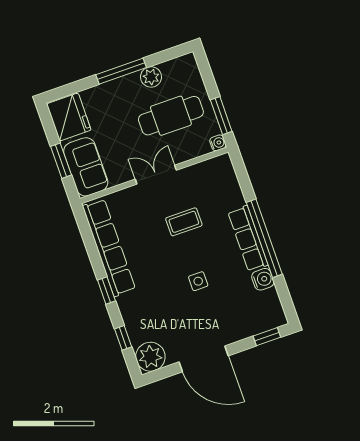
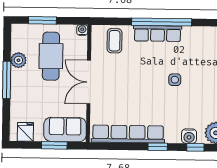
window: (221, 116) -> (42, 20), moved
fridge: (69, 117) -> (25, 132), width x0.53, depth x0.75
double door: (156, 175) -> (89, 82), width x1.37
coffee table: (184, 222) -> (115, 41), moved
water cooler: (263, 279) -> (189, 136), moved, turned 180

